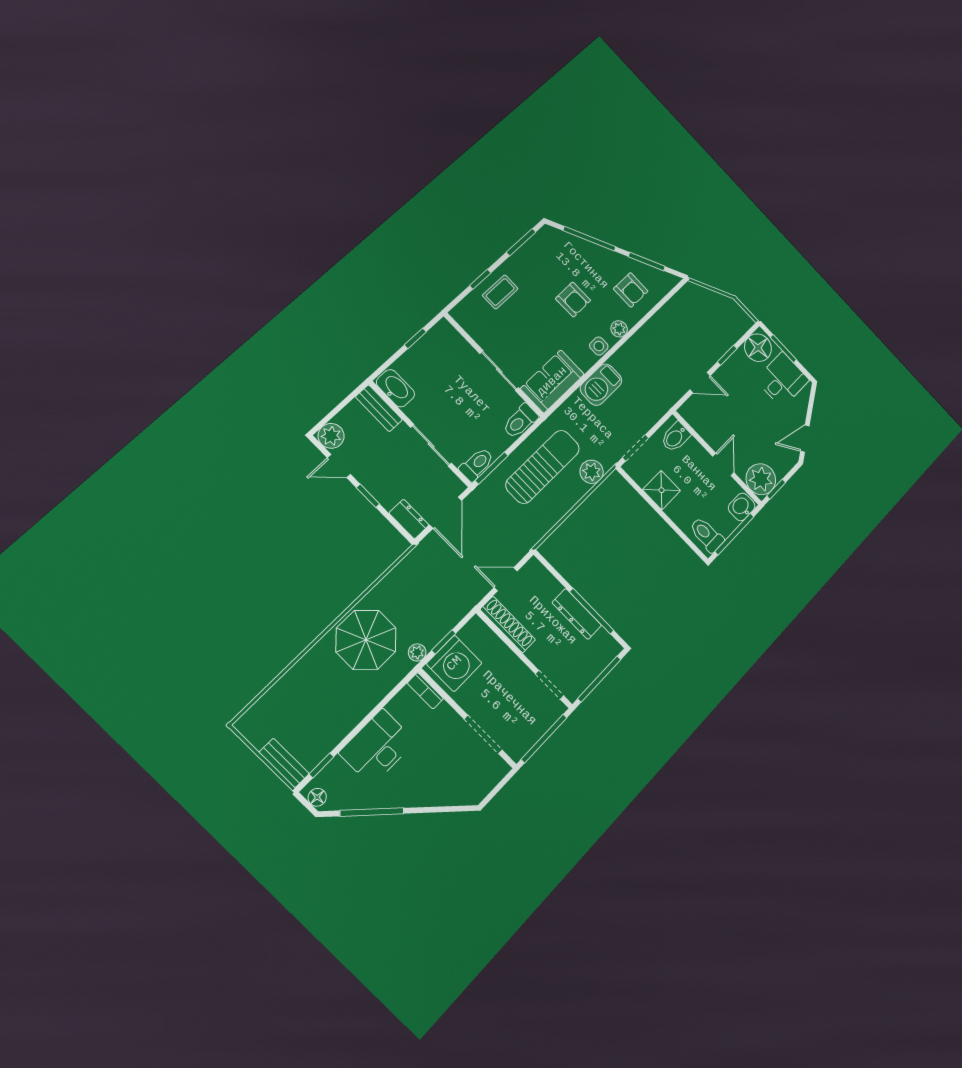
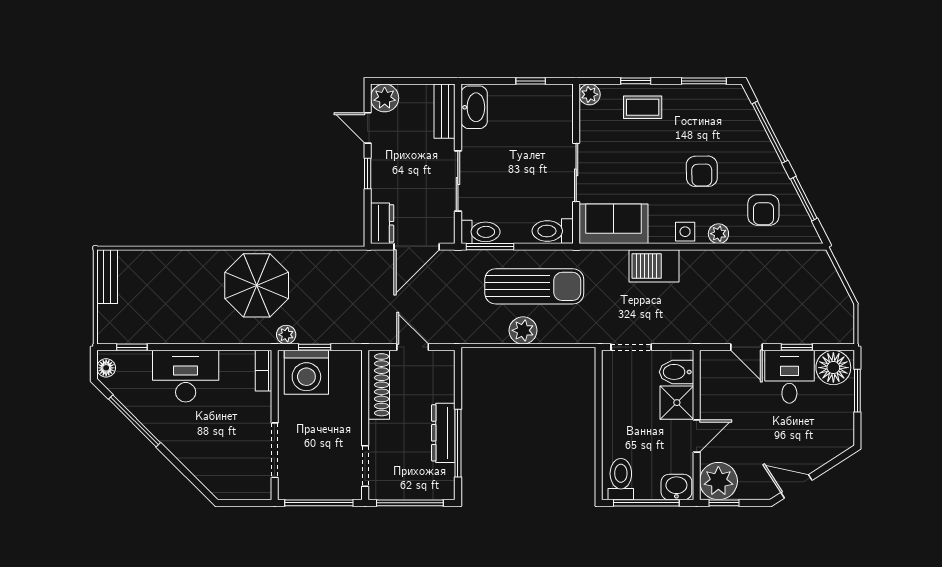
plant: (460, 313) -> (590, 94), added
desk: (782, 380) -> (789, 377), moved, turned -90
plant: (592, 472) -> (523, 330), moved
shower: (662, 490) -> (677, 403), moved
bench: (284, 763) -> (107, 277), moved

